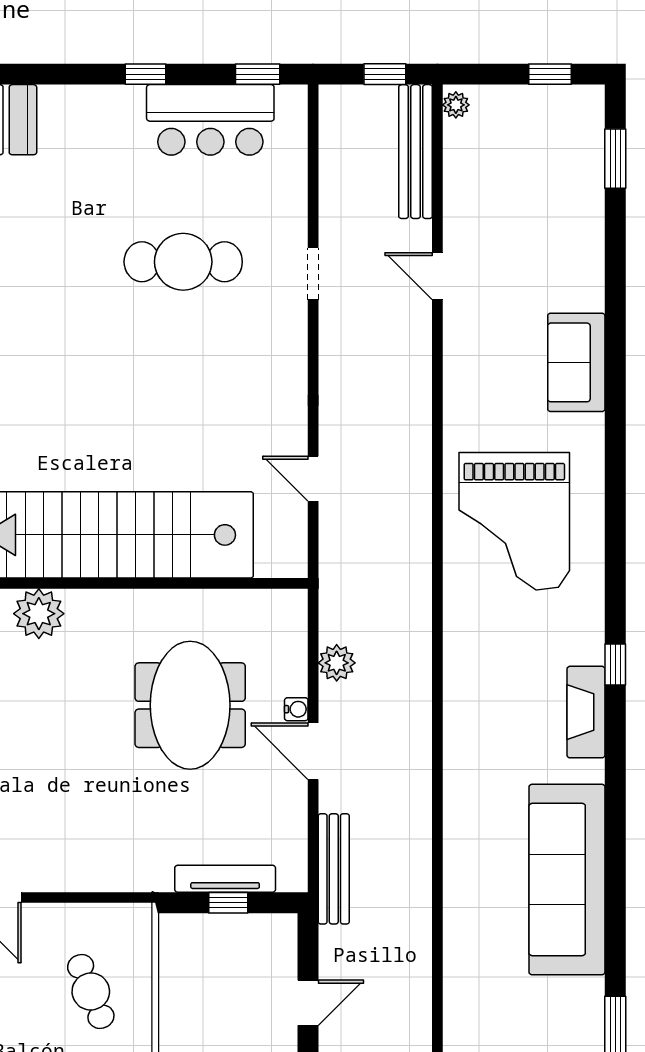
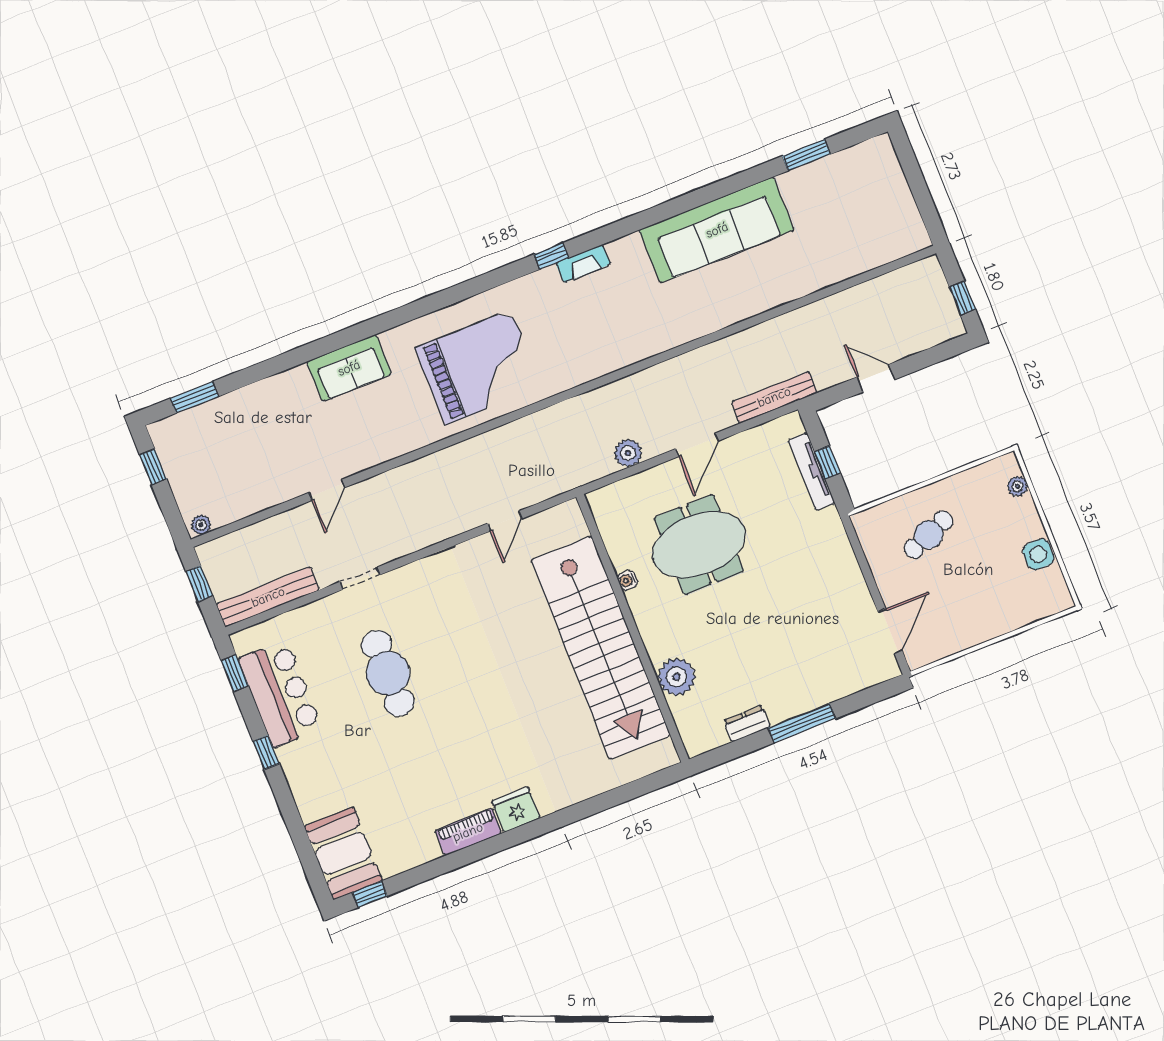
bench: (416, 152) -> (268, 597), moved
water cooler: (296, 709) -> (627, 580), moved, turned -90
fireplace: (586, 712) -> (583, 264), width x0.73, depth x0.76

